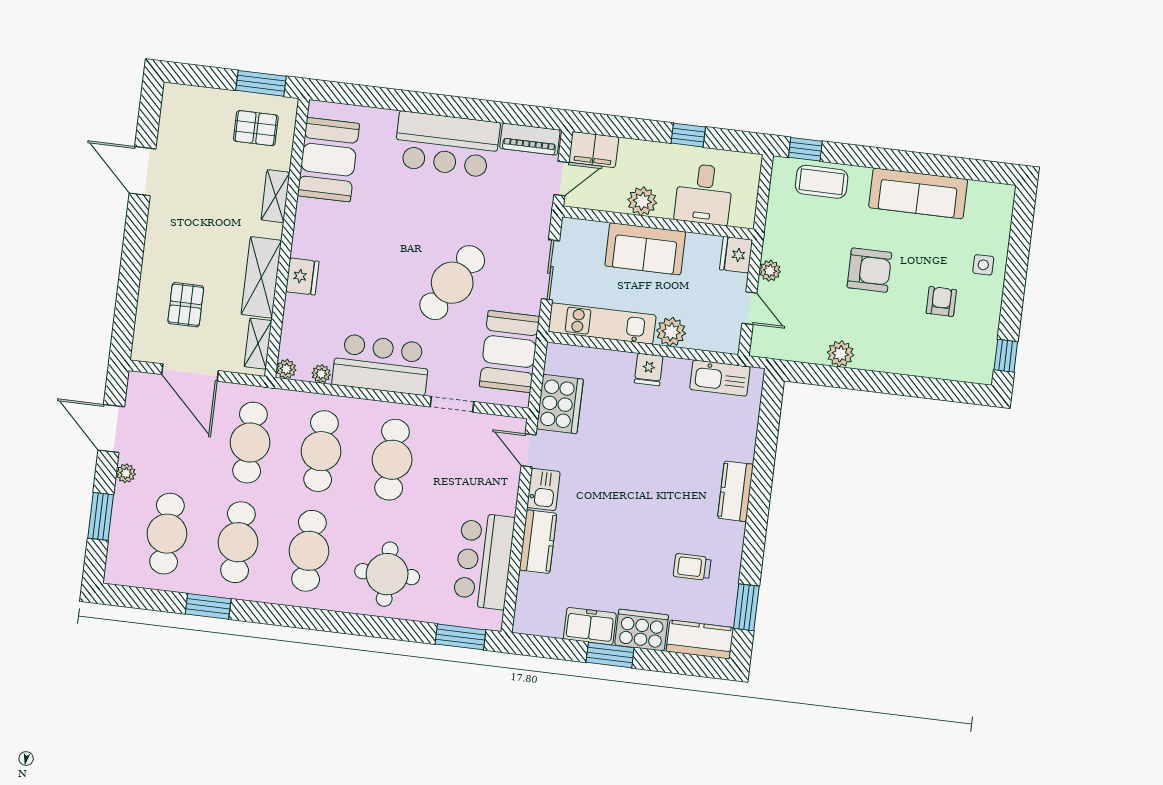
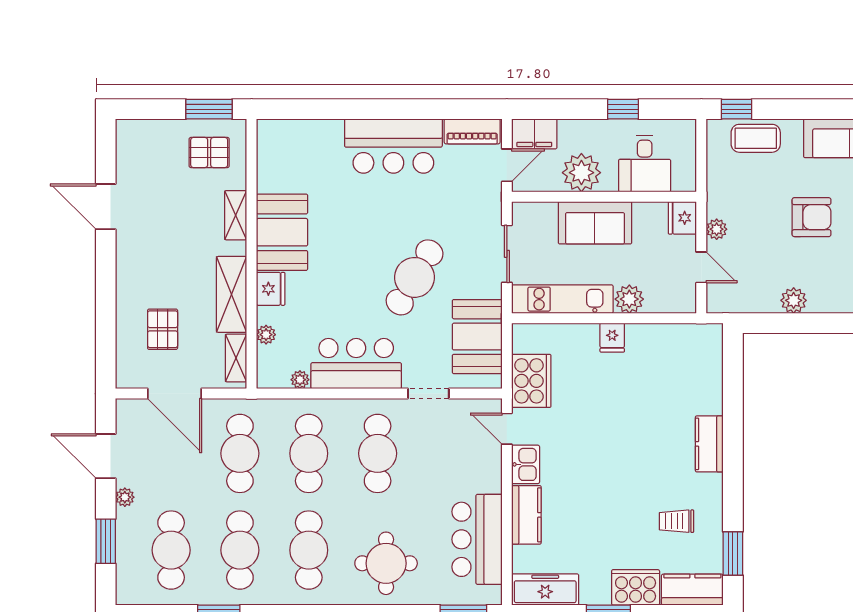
booth: (328, 160) -> (282, 232), moved
plant: (642, 201) -> (581, 173), width x1.36, depth x1.36
plant: (286, 369) -> (266, 335), moved
kitchen sink: (720, 378) -> (681, 338), removed
freezer: (590, 626) -> (545, 590), moved, width x1.40

